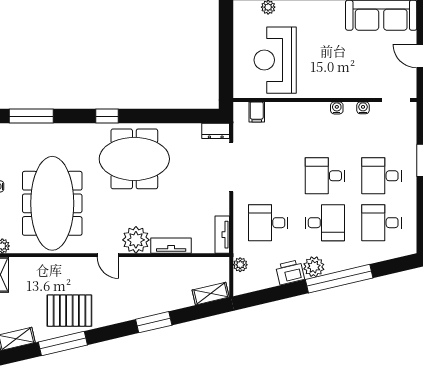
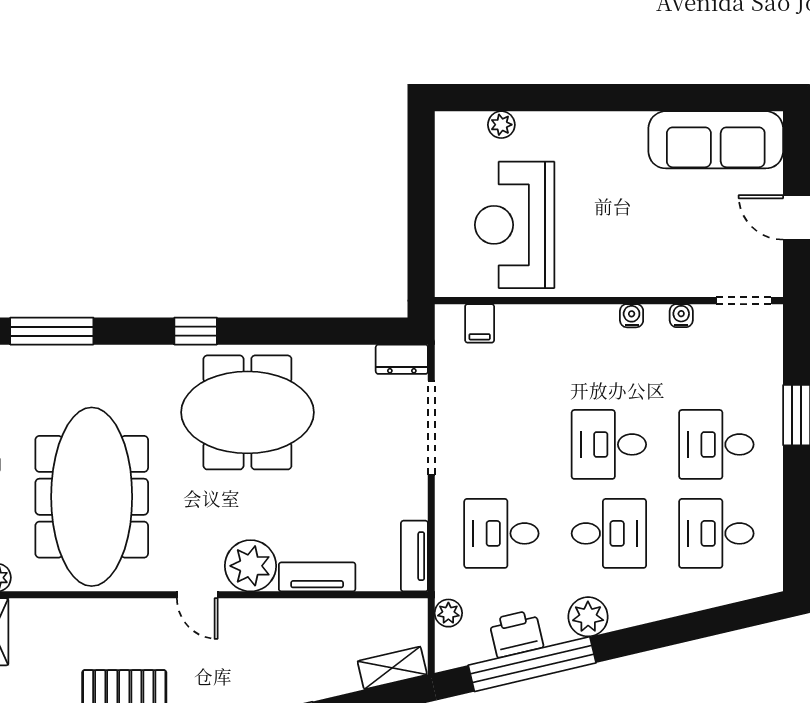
printer: (290, 272) -> (516, 634), moved
window: (339, 279) -> (532, 664), moved

